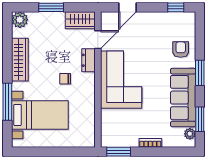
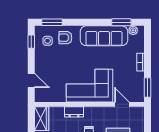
side table: (177, 27) -> (48, 41), added
door: (98, 40) -> (122, 104), moved
window: (200, 73) -> (52, 22), moved

